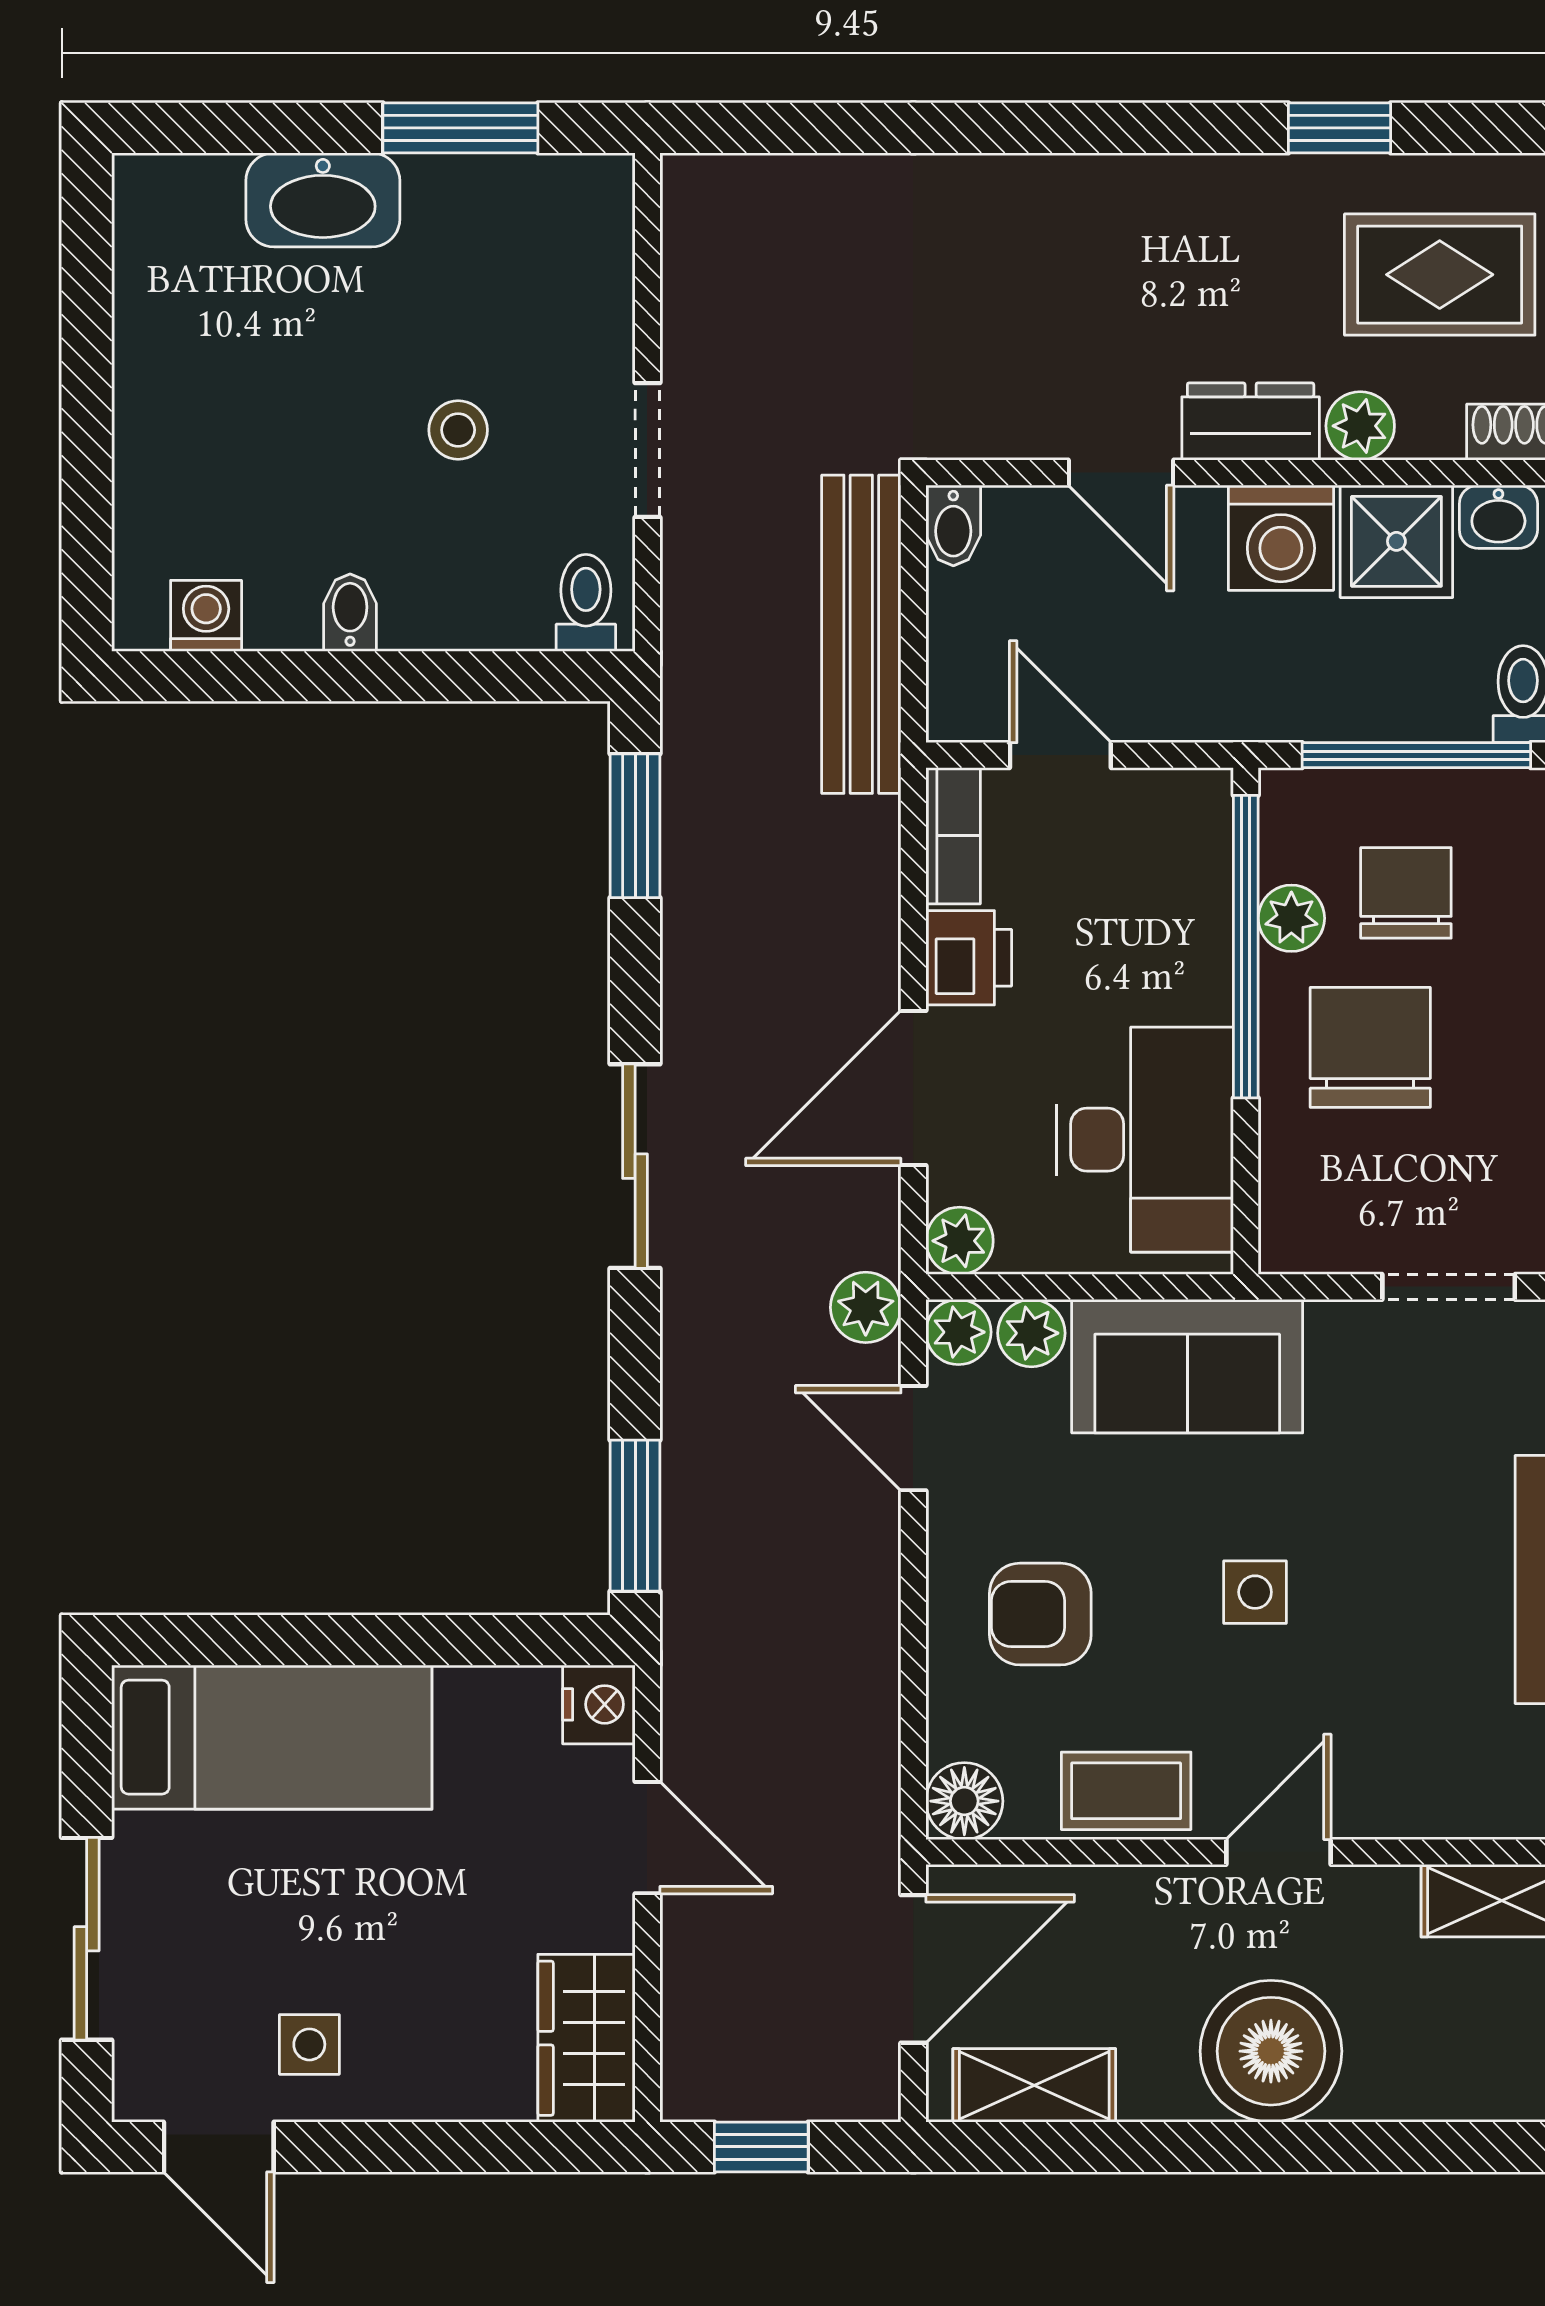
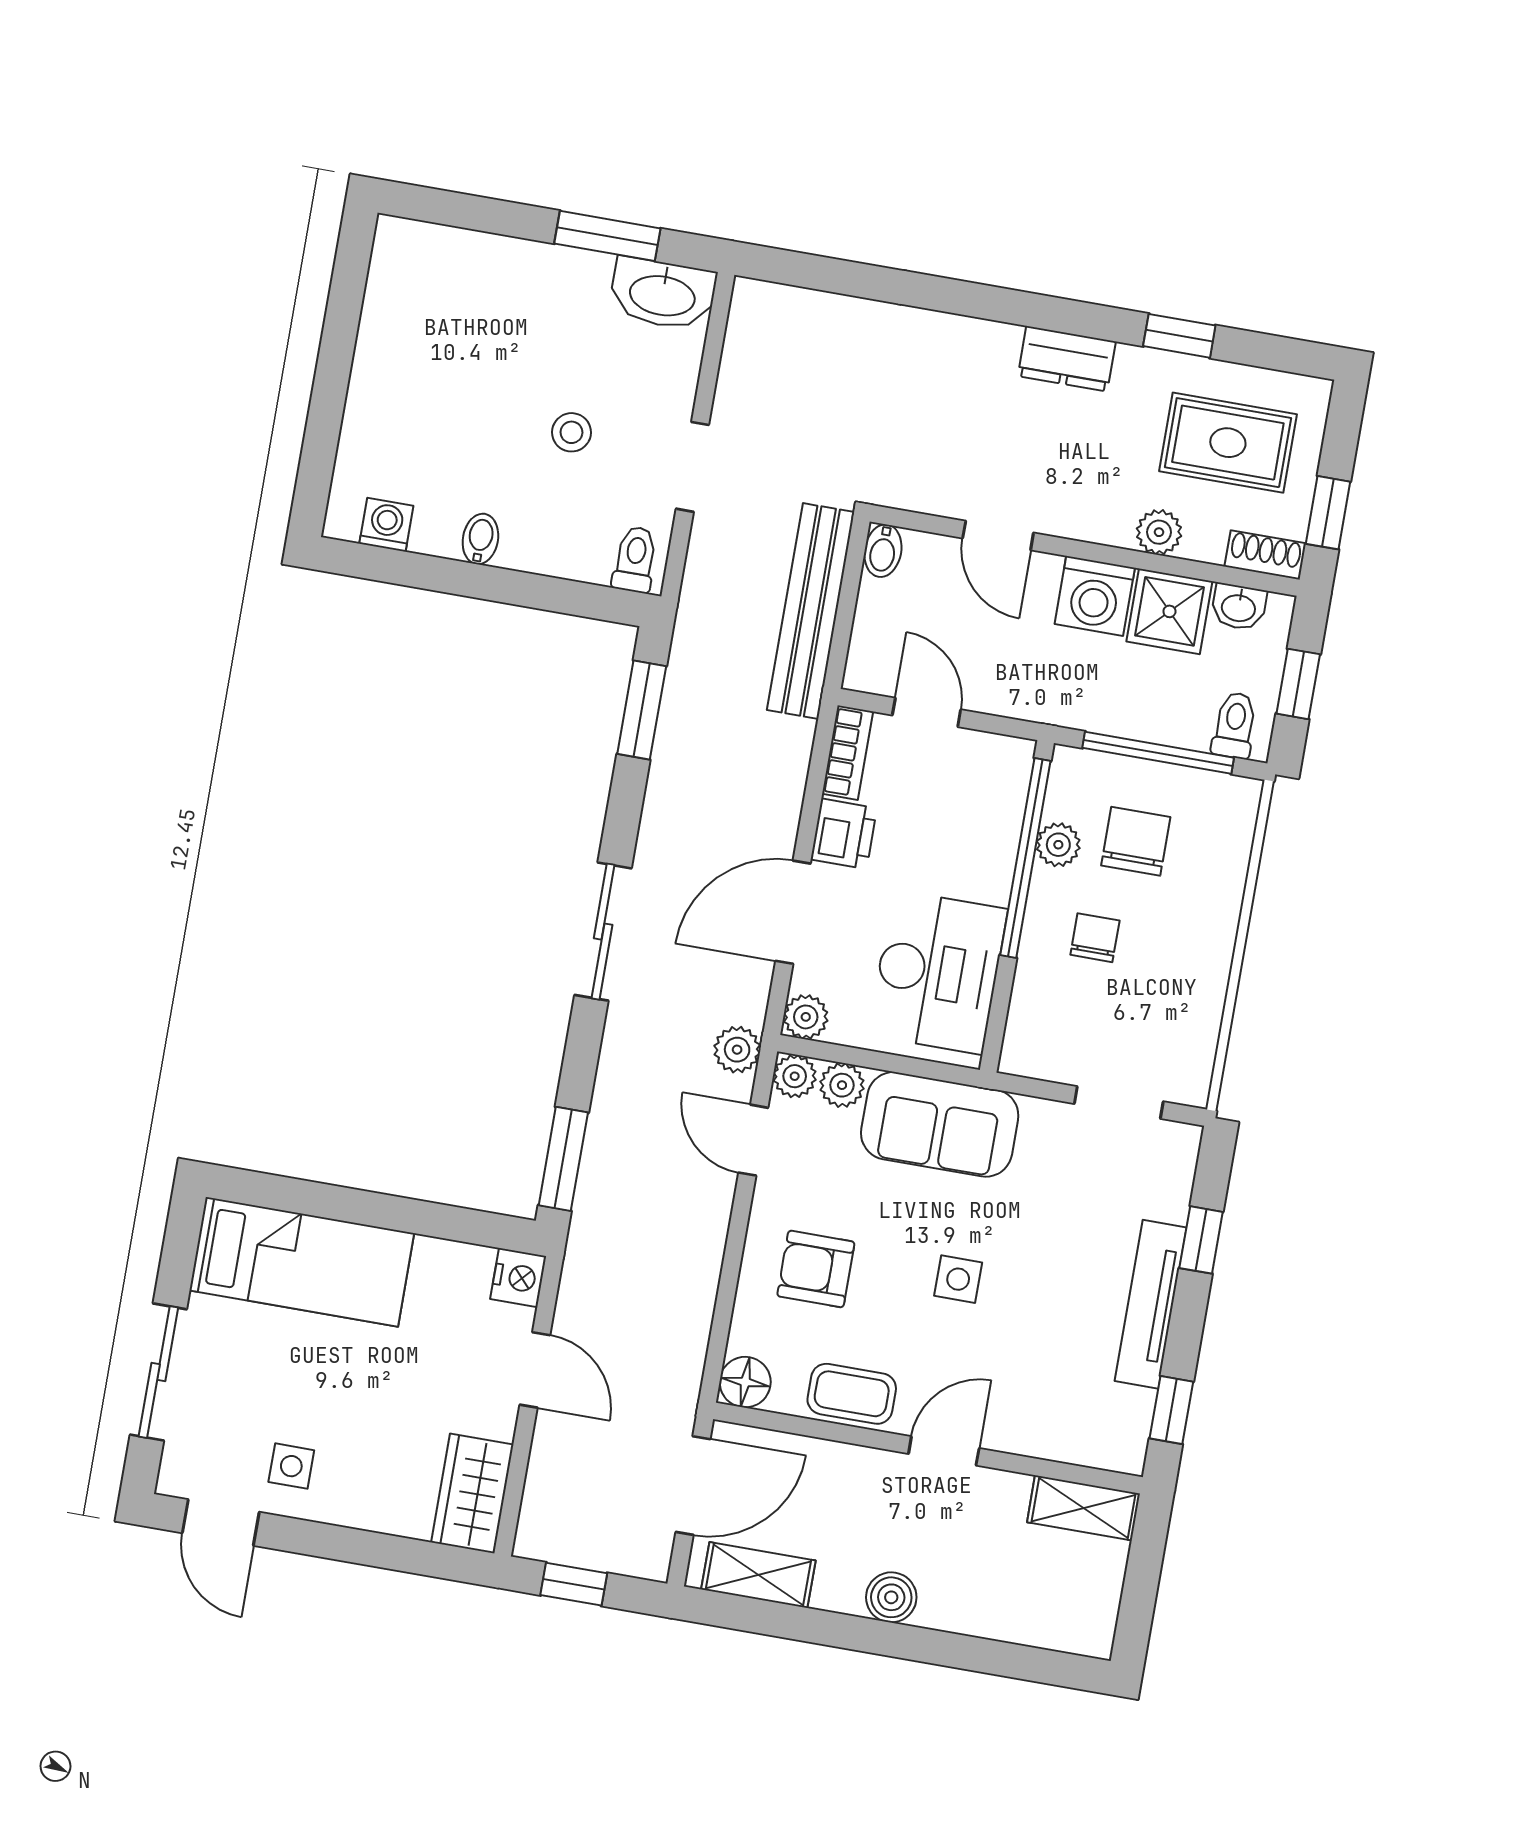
washbasin: (323, 200) -> (663, 294), moved
dresser: (1251, 422) -> (1067, 359), moved, turned 180
chair: (1370, 1047) -> (1095, 938), width x0.54, depth x0.54
boiler: (1271, 2051) -> (891, 1597), width x0.54, depth x0.54

